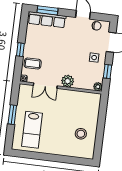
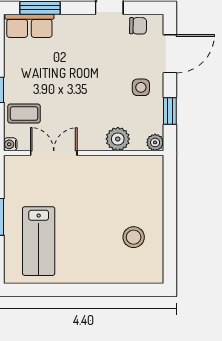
row of seats: (47, 20) -> (29, 26), width x0.68
plant: (68, 81) -> (118, 139), moved
double door: (45, 86) -> (54, 153), swing flipped

